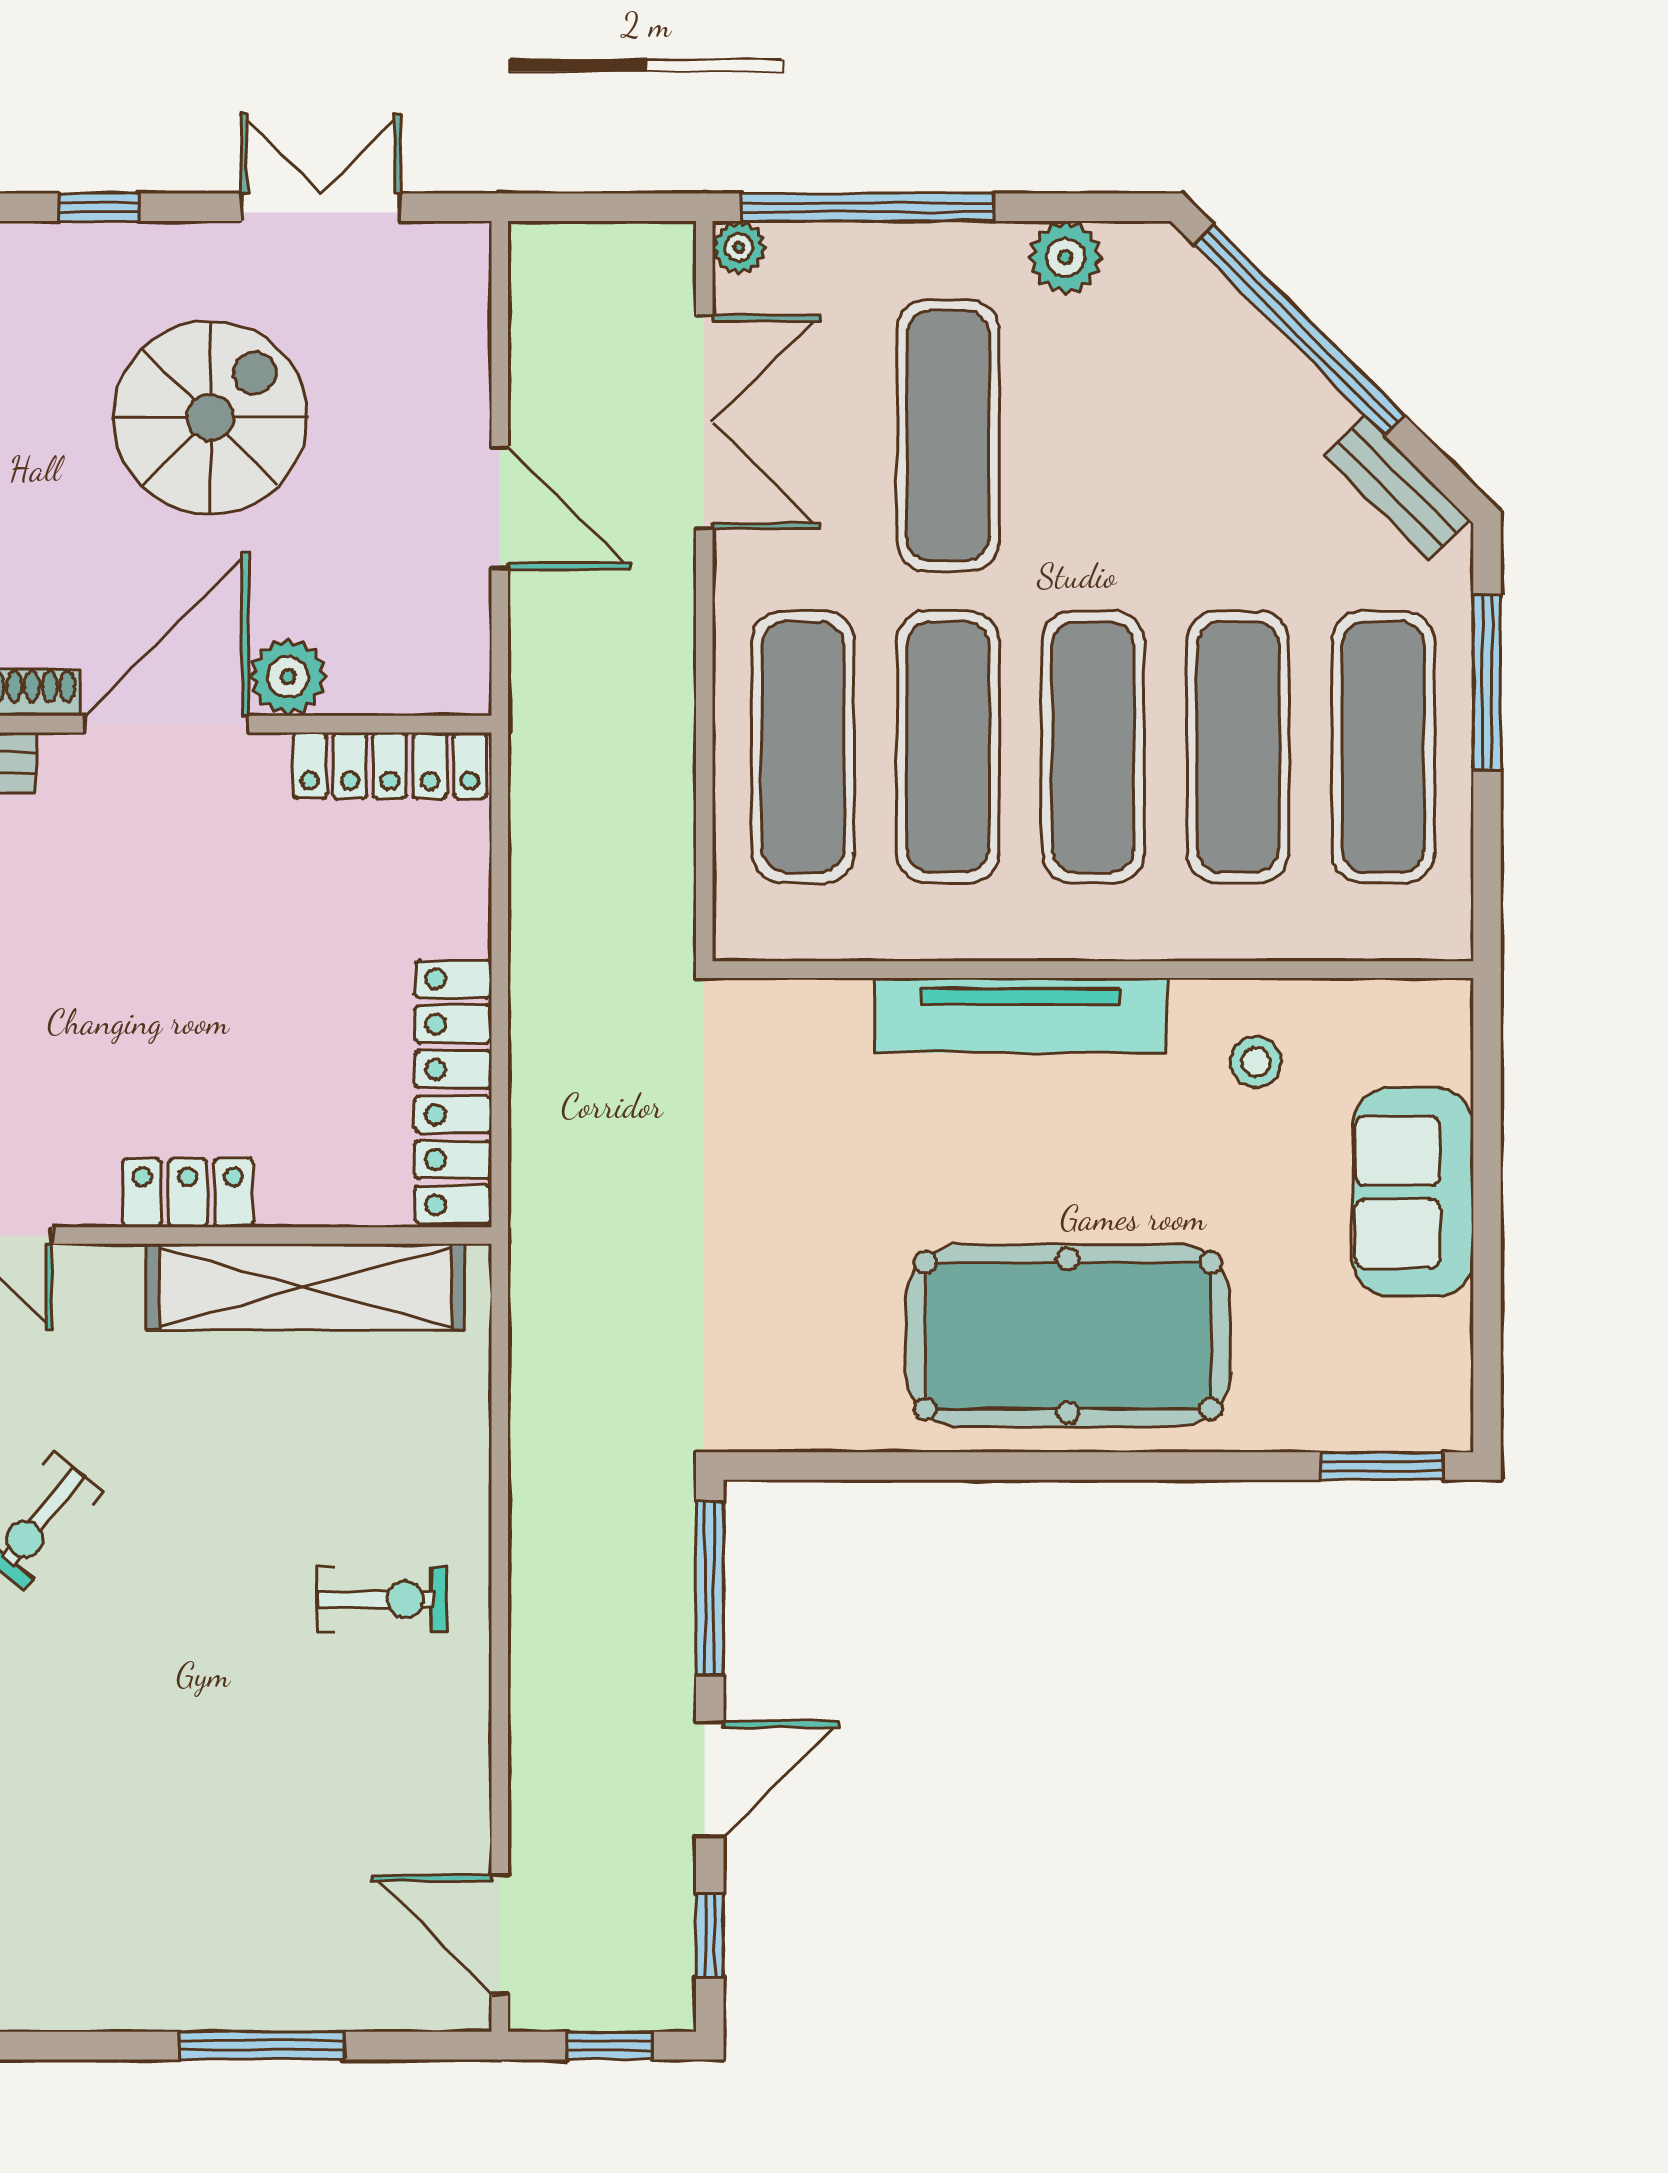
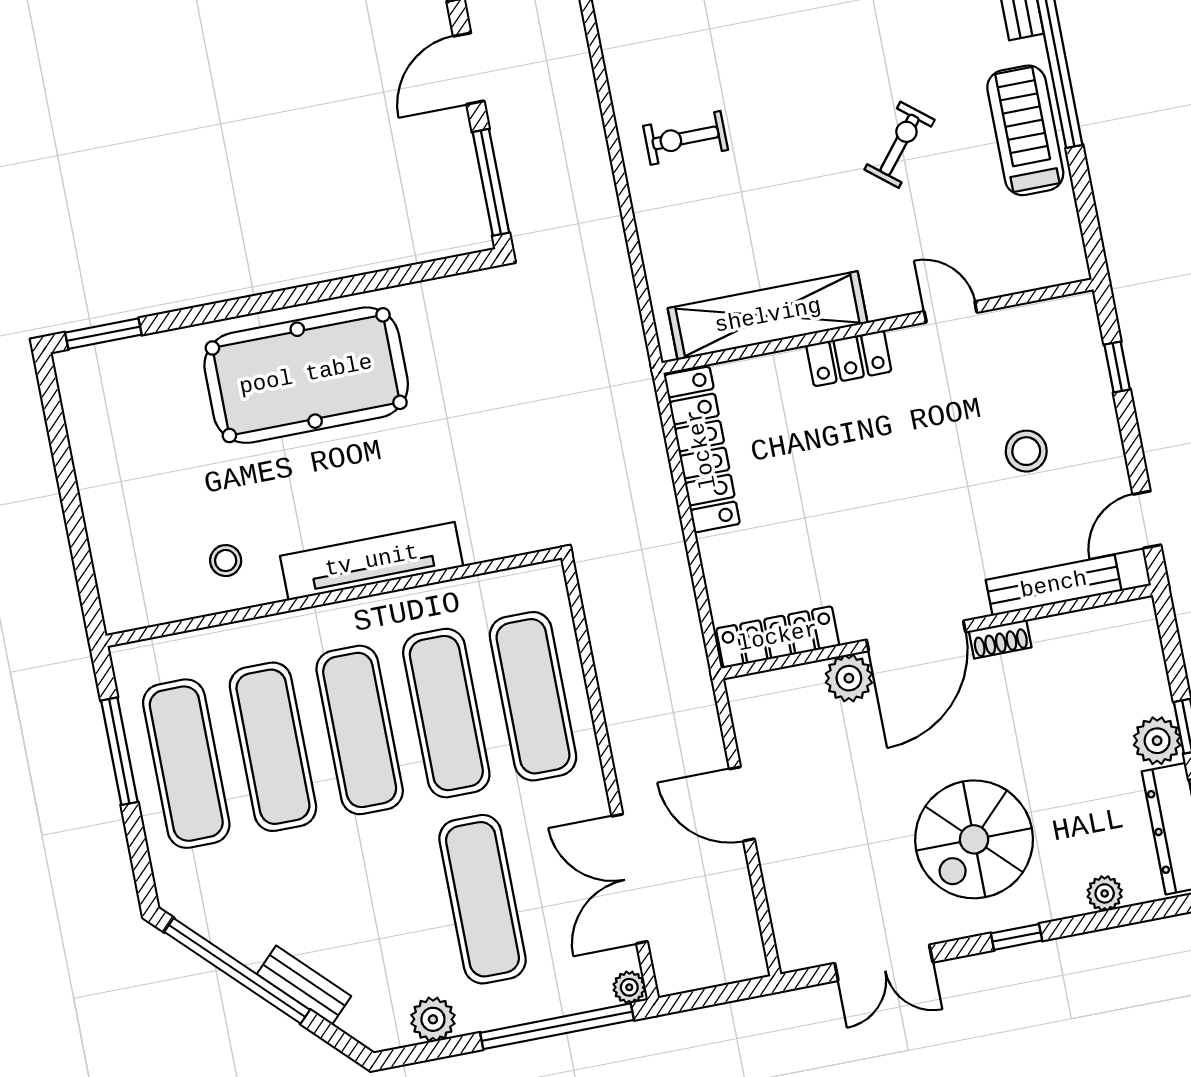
window: (1300, 330) -> (237, 971), moved
spiral stairs: (210, 417) -> (974, 839), moved
bench: (1397, 488) -> (304, 985), moved
window: (1487, 682) -> (119, 751), moved
sofa: (1413, 1192) -> (116, 501), removed

